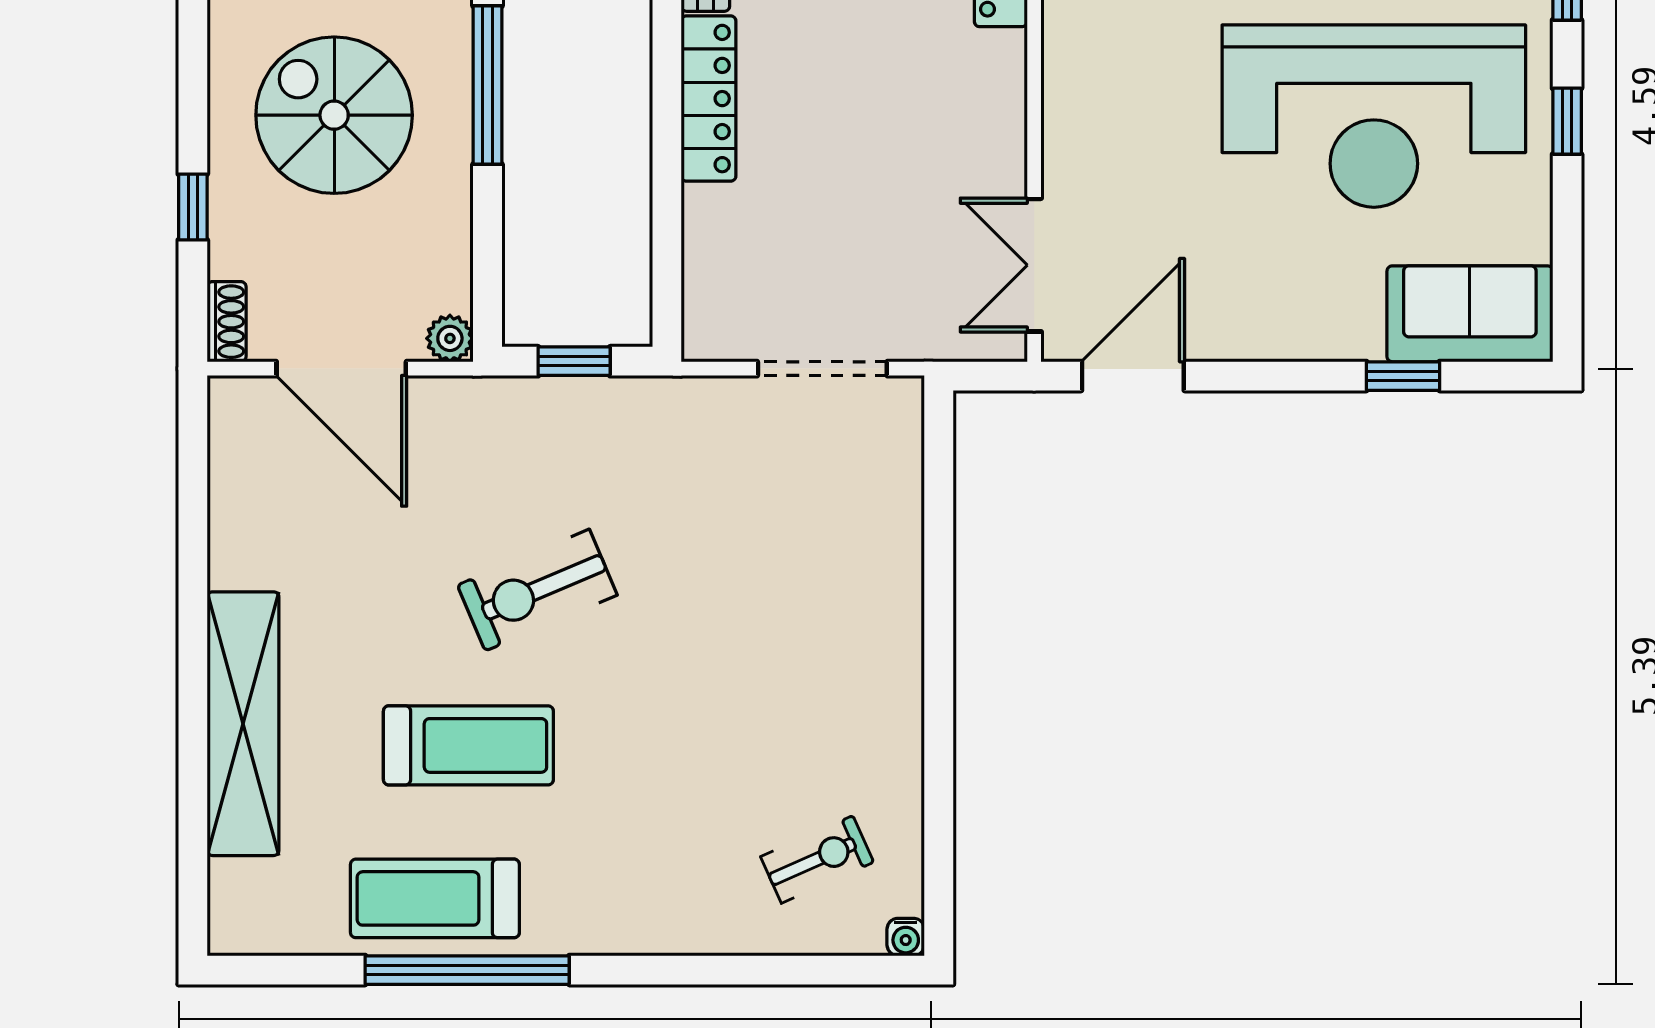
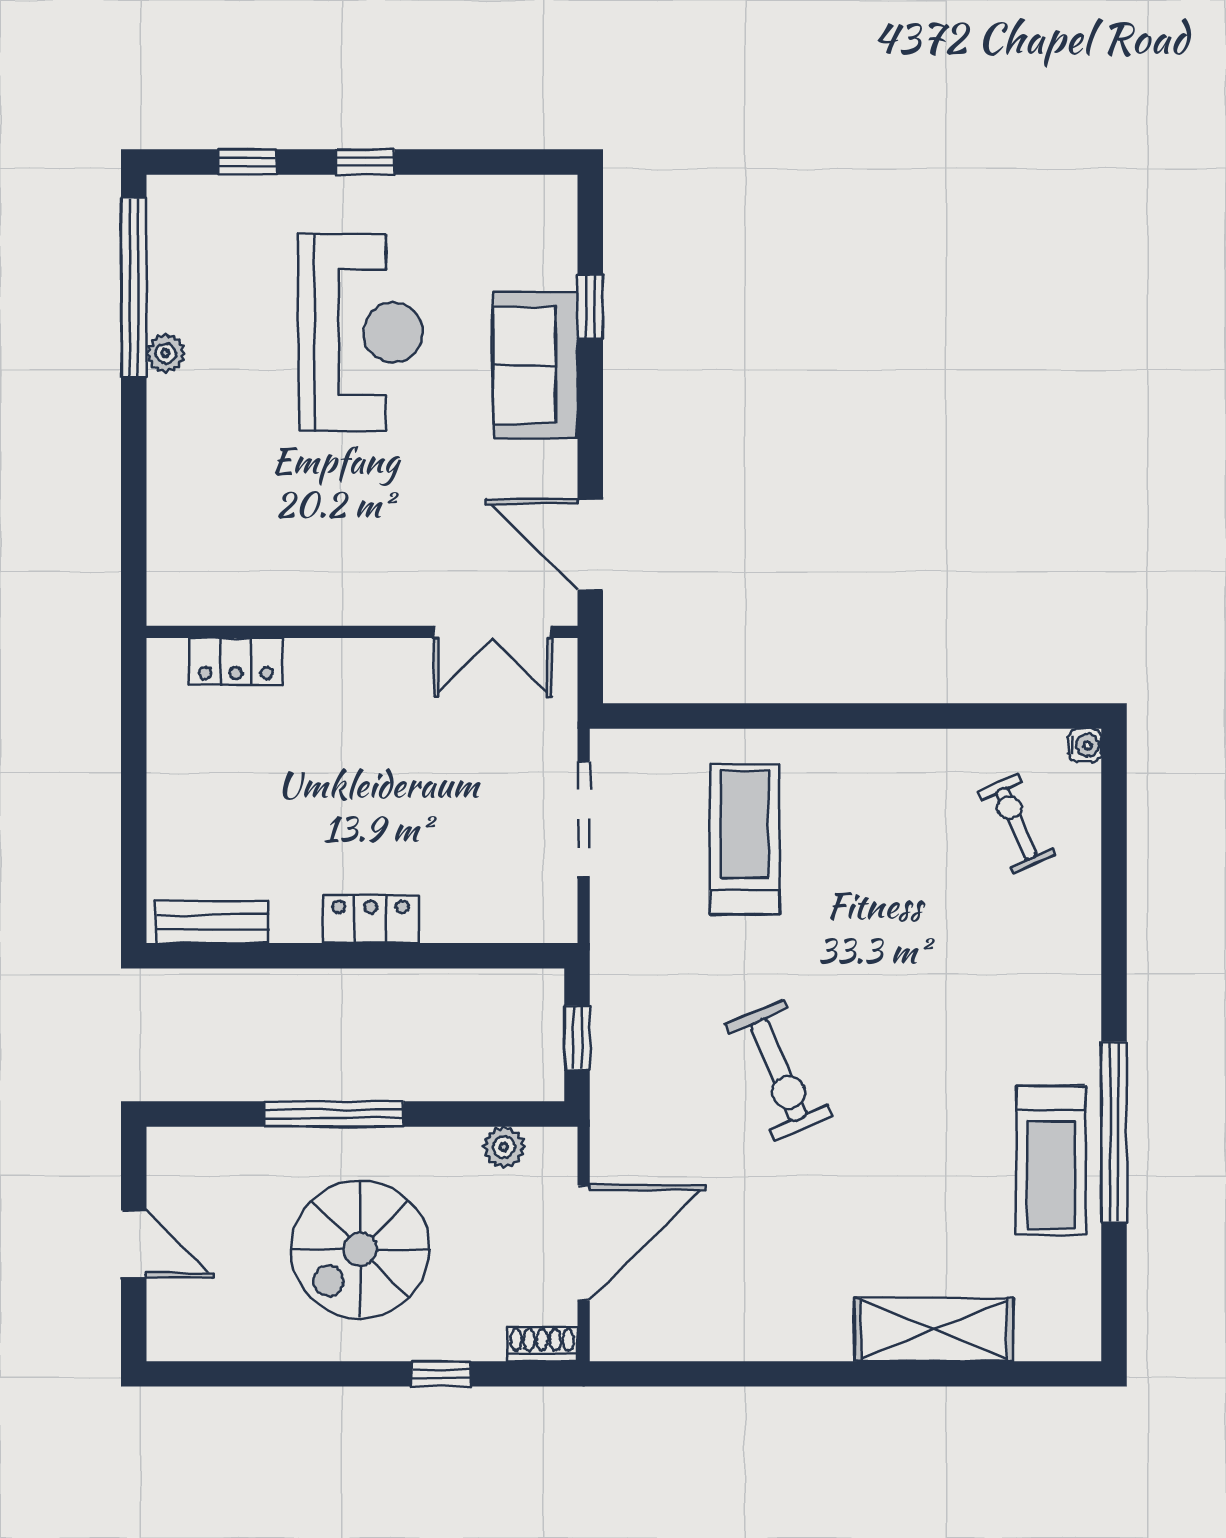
locker: (709, 99) -> (371, 919), width x0.66
reception desk: (1374, 116) -> (361, 332), width x0.74, depth x0.77
sofa: (1470, 314) -> (535, 365), moved
plant: (450, 338) -> (504, 1147), moved
shelving: (243, 724) -> (934, 1330), width x0.68
treadmill: (468, 745) -> (745, 839), moved

